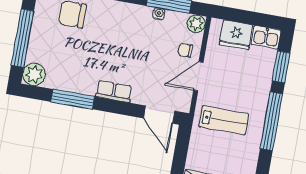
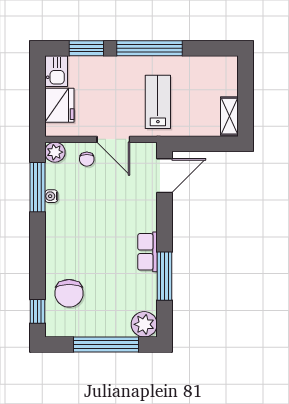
row of seats: (114, 91) -> (147, 252), moved

